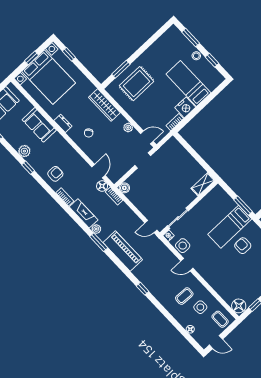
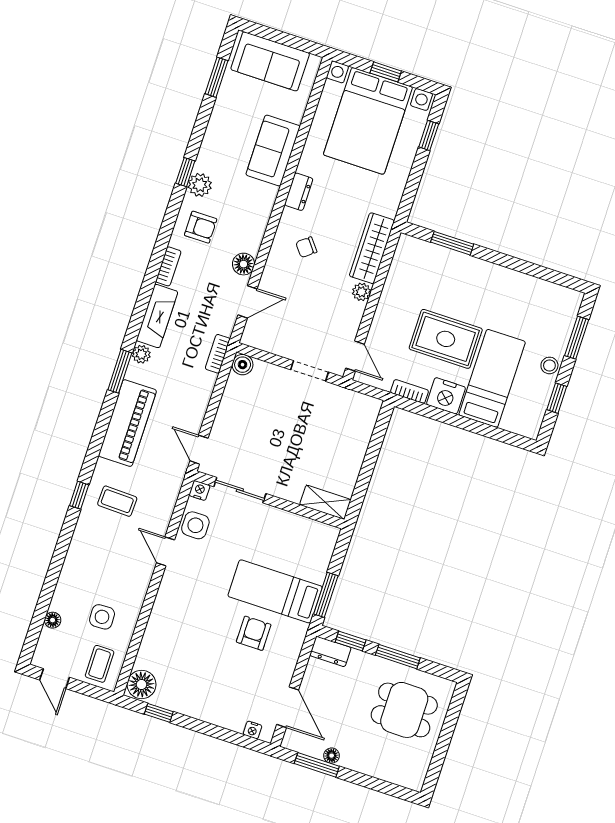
rug: (137, 84) -> (446, 339), moved
plant: (128, 127) -> (361, 292), moved
plant: (24, 151) -> (200, 185), moved
floor lamp: (102, 186) -> (244, 264), moved
coffee table: (184, 296) -> (117, 501), moved

